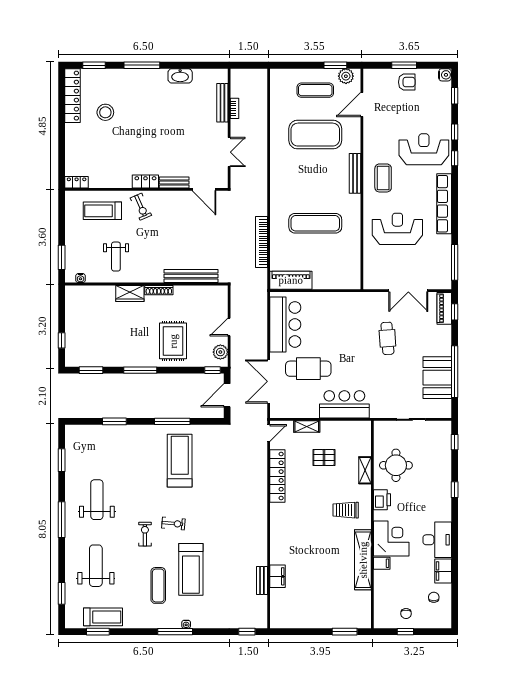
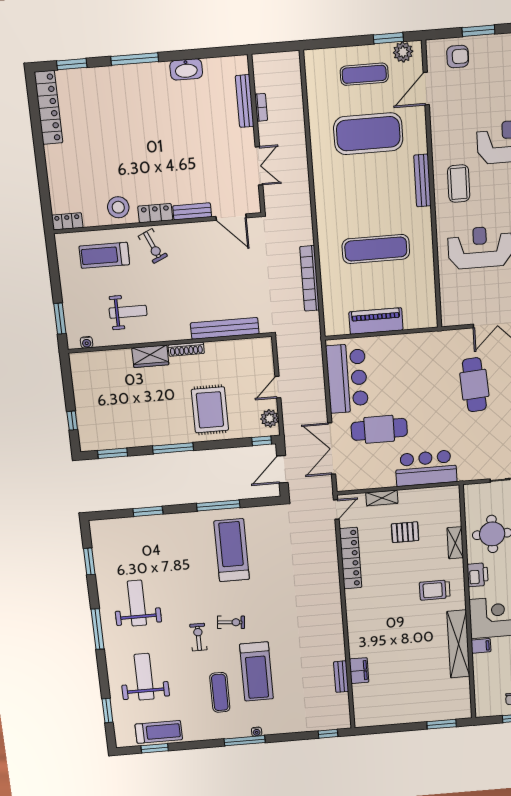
armchair: (407, 82) -> (458, 57), moved
stool: (105, 112) -> (118, 207), moved
weight bench: (116, 257) -> (128, 312), turned -90
piano: (291, 280) -> (376, 321), moved
cafe table: (387, 338) -> (474, 385), width x1.37, depth x1.35

